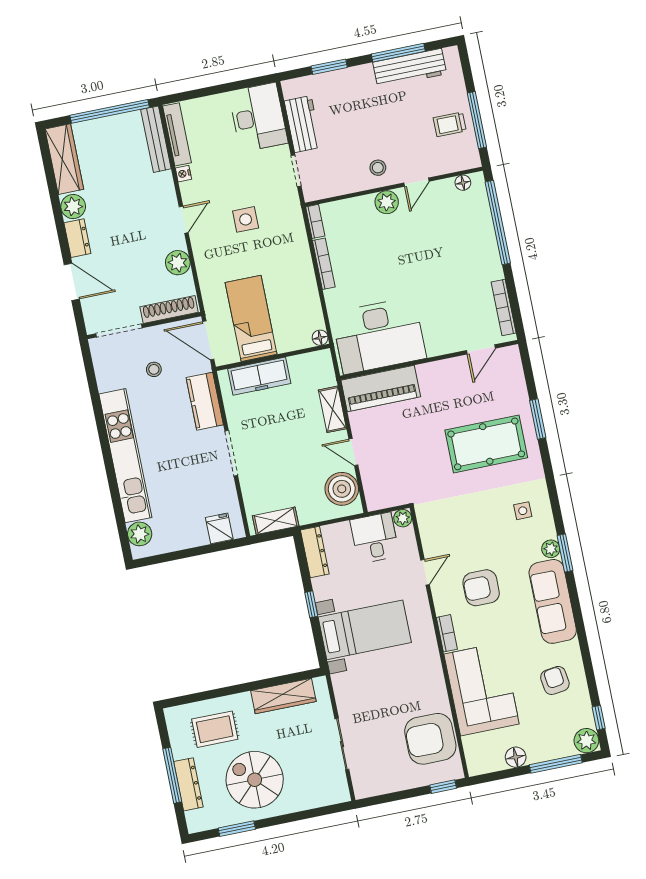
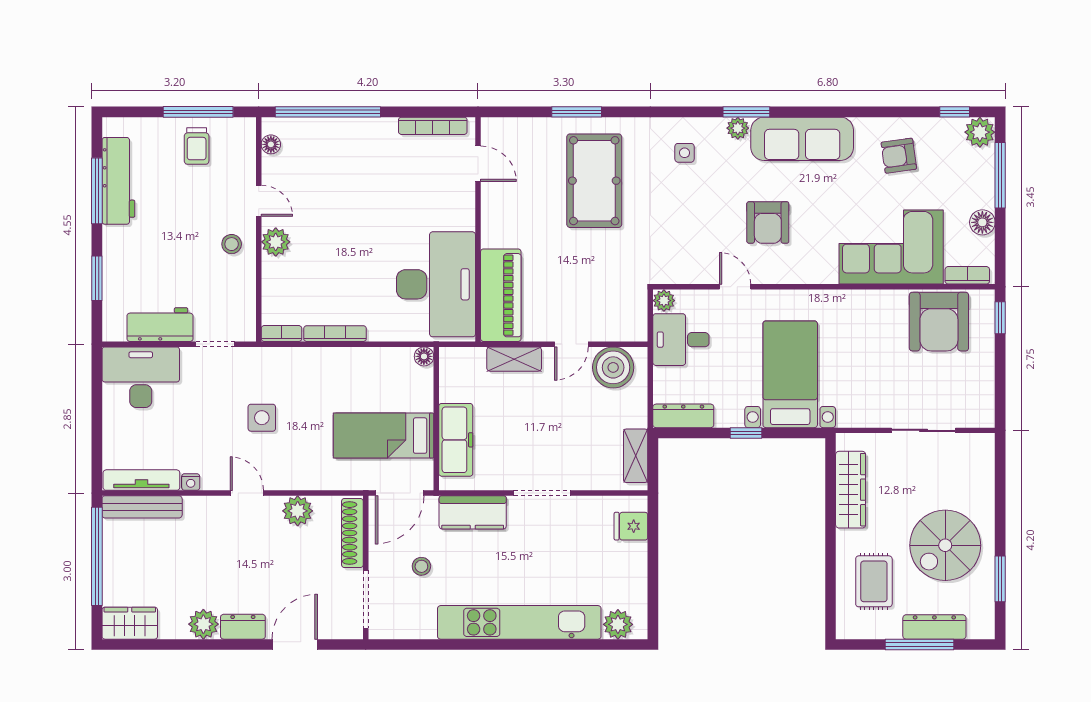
wardrobe: (64, 159) -> (130, 623), width x0.67
bookcase: (447, 633) -> (967, 275), moved

